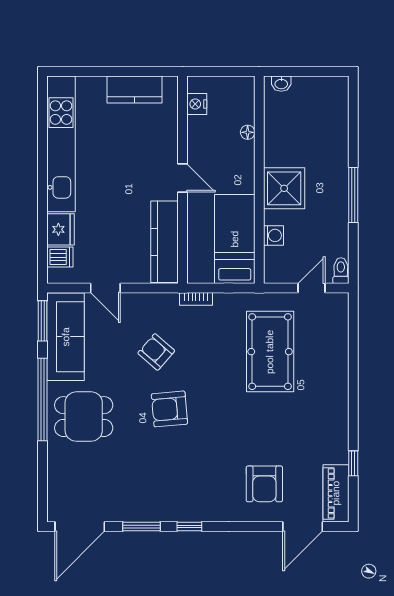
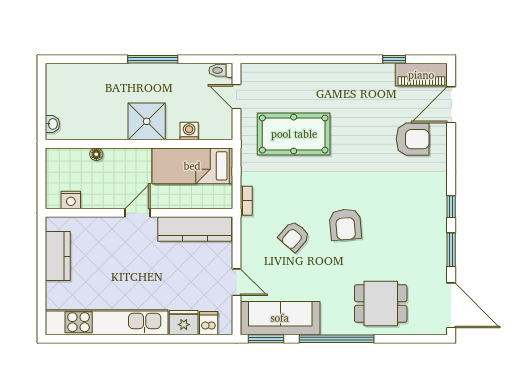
door: (105, 288) -> (236, 282), hinge flipped
dining table: (84, 417) -> (381, 303), moved, turned 90
door: (303, 527) -> (451, 105), swing flipped

